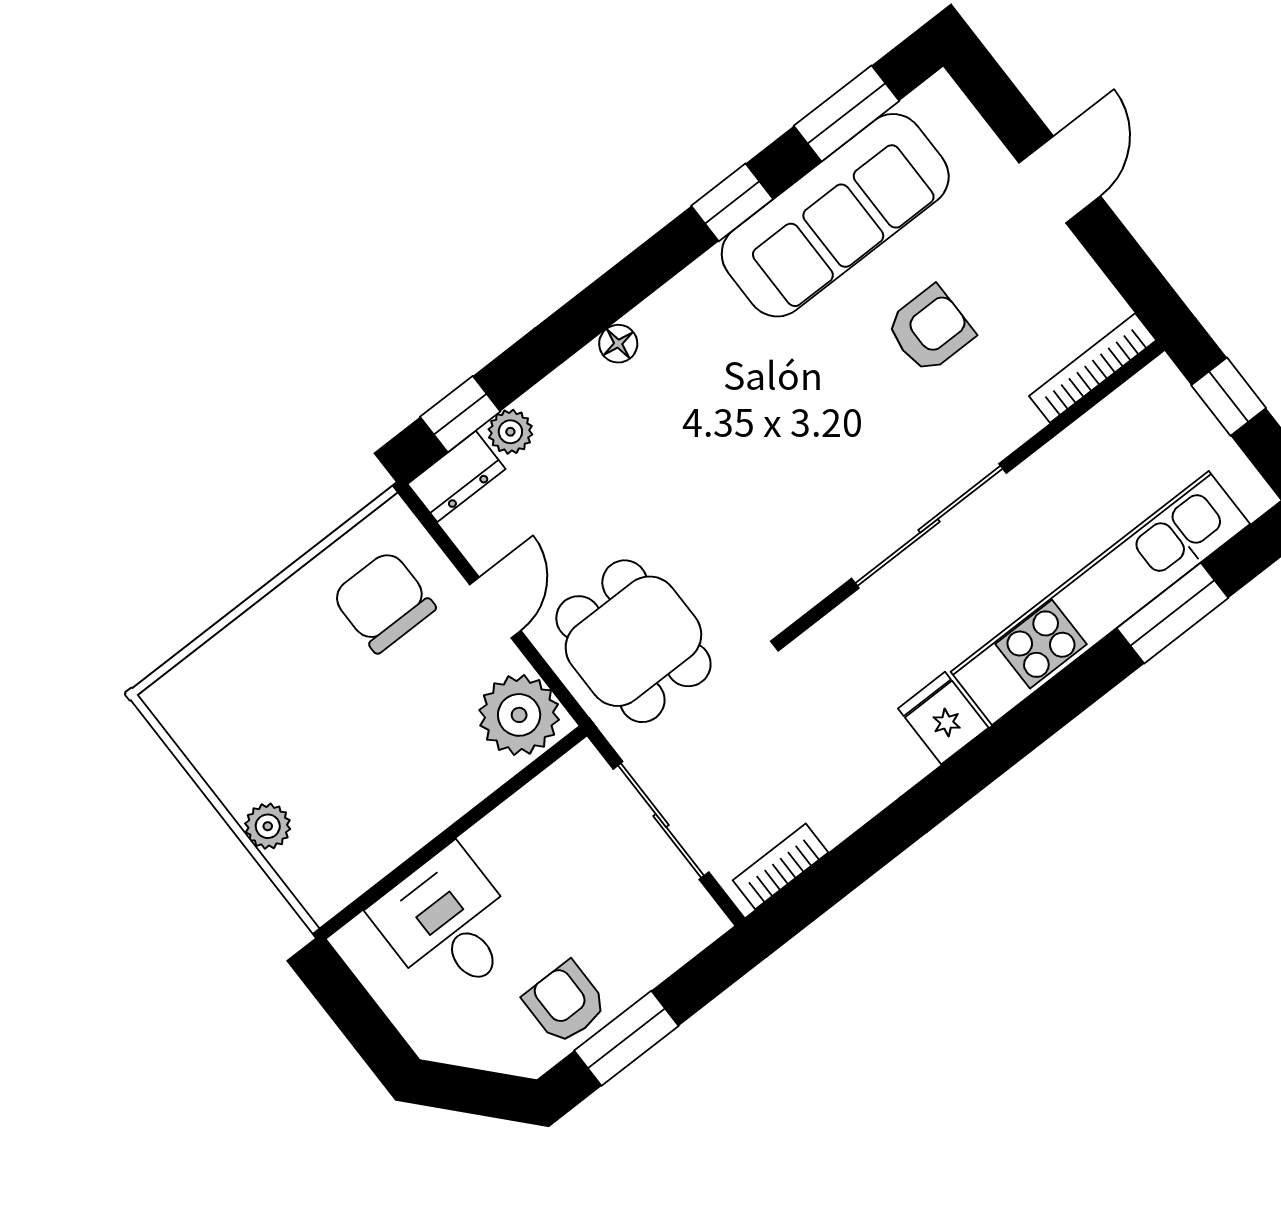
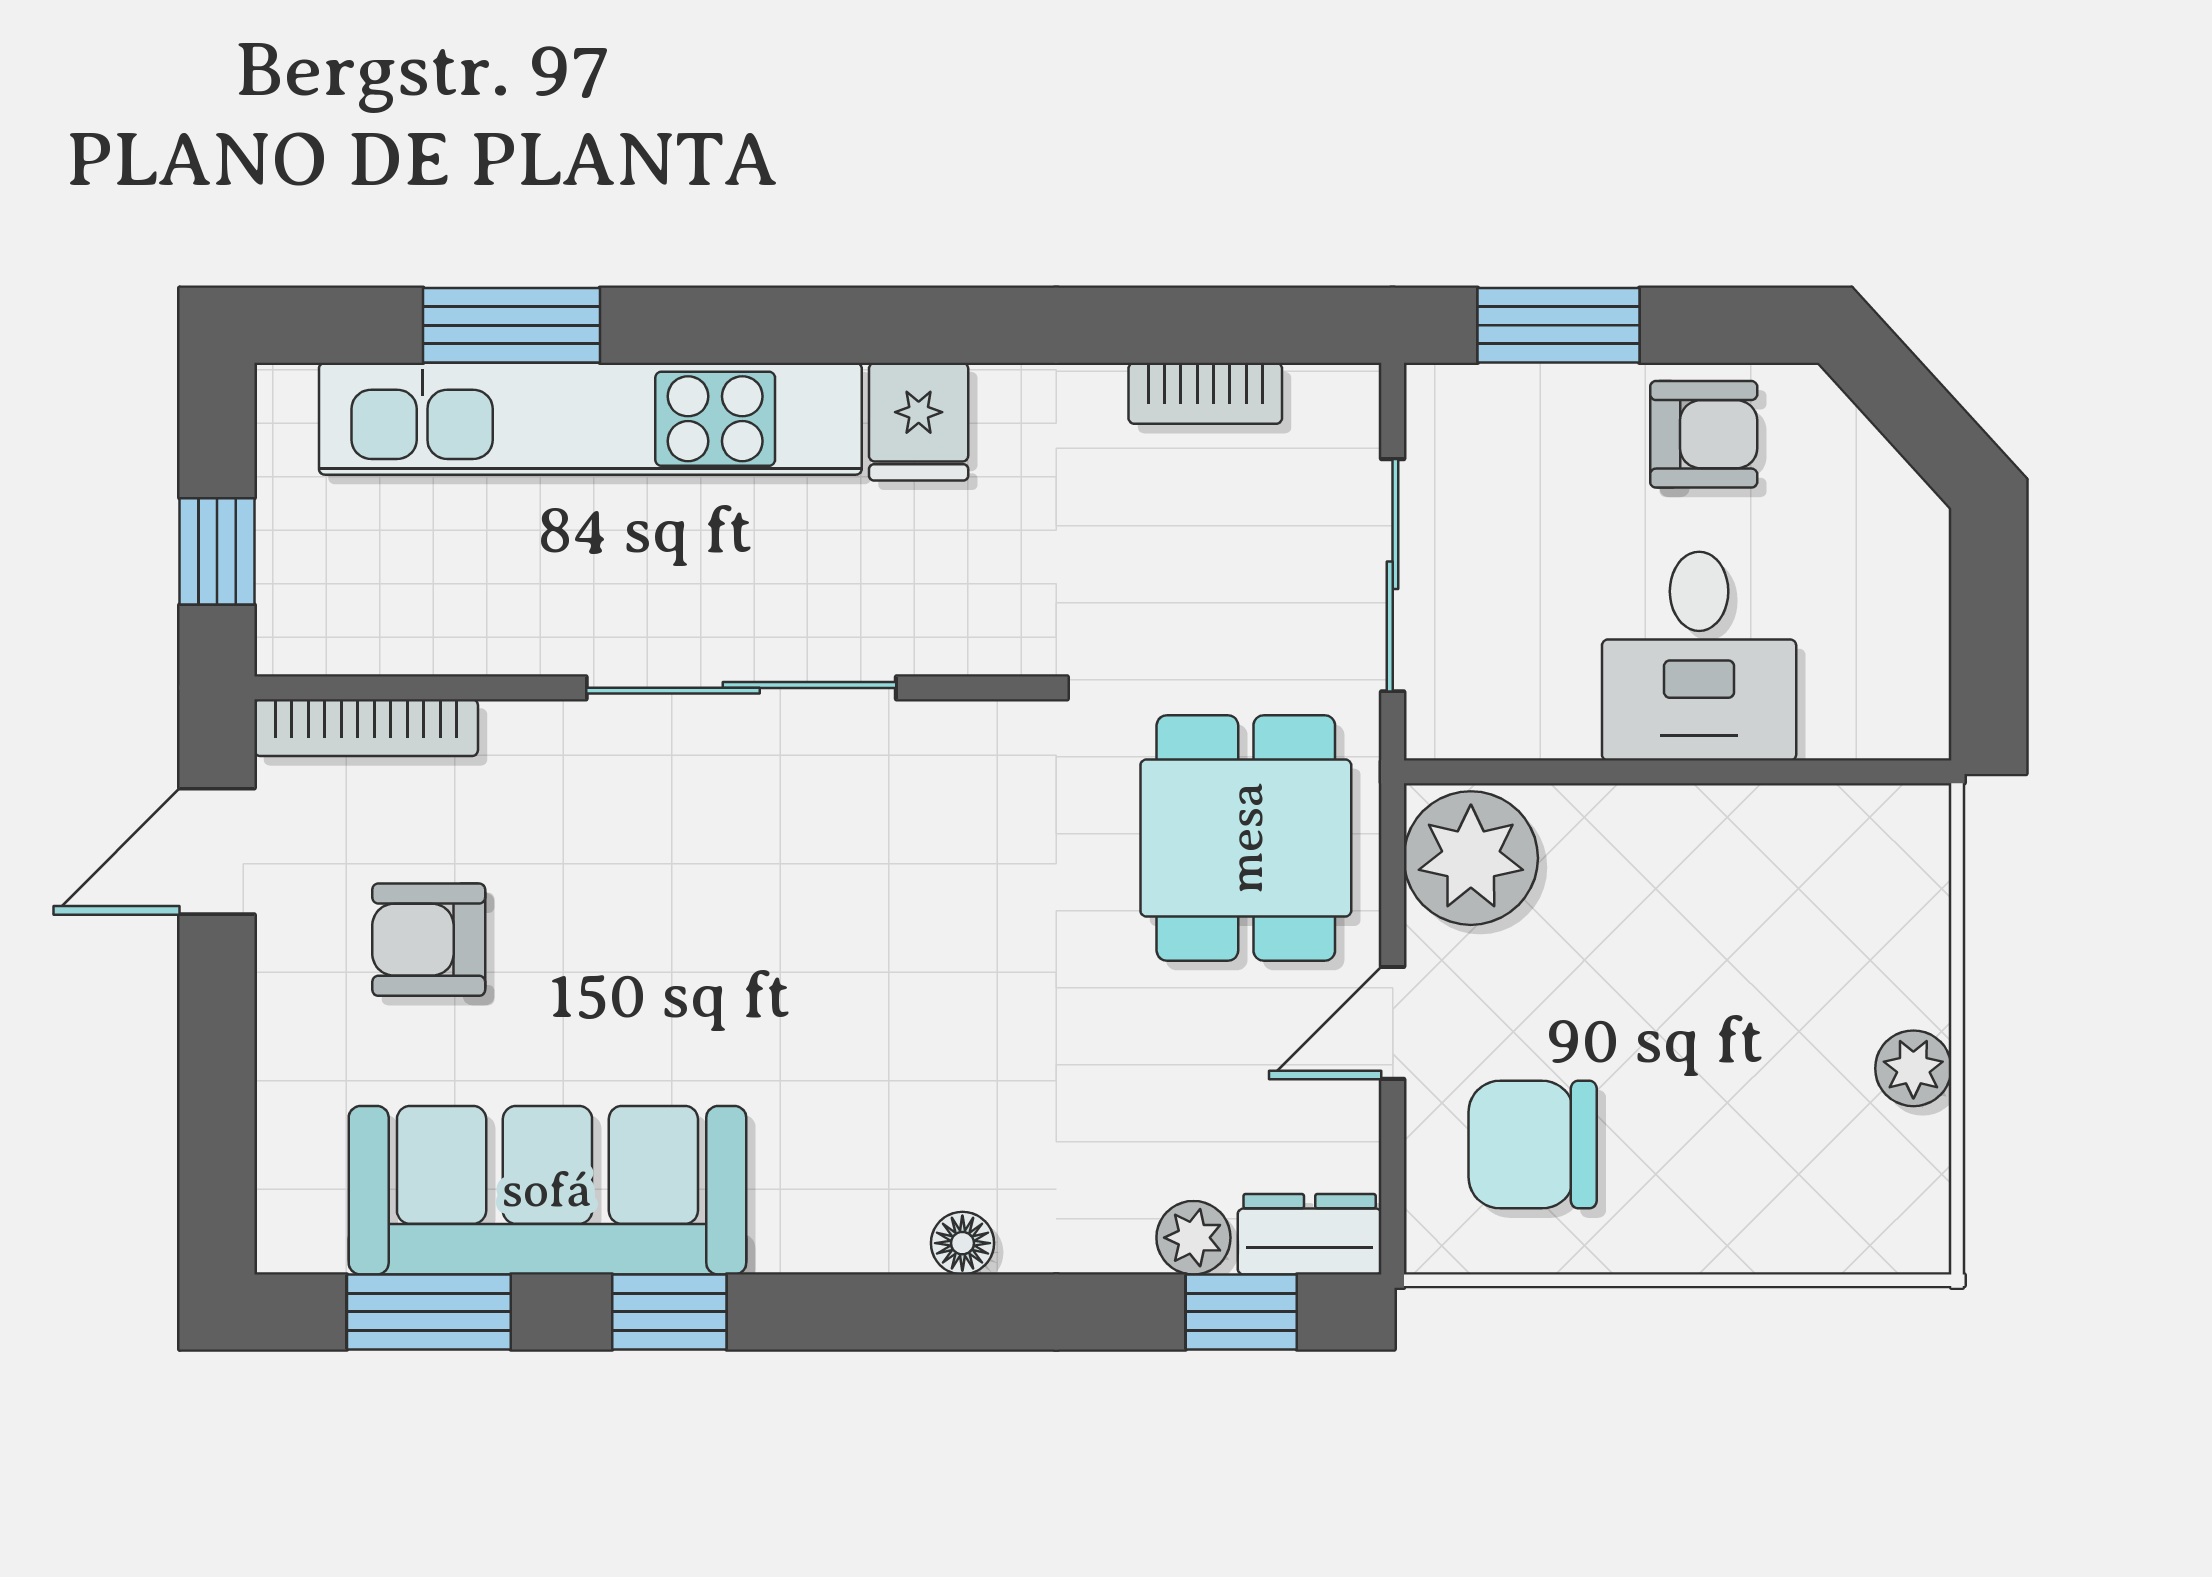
door: (1060, 179) -> (217, 851), moved
armchair: (930, 329) -> (429, 940), moved
chair: (384, 602) -> (1533, 1145), turned 90
plant: (268, 826) -> (1913, 1068), moved
bookcase: (781, 866) -> (1205, 393), moved
desk: (448, 924) -> (1699, 656), moved
armchair: (565, 1003) -> (1704, 434), turned -90
window: (626, 1038) -> (1559, 325), moved

